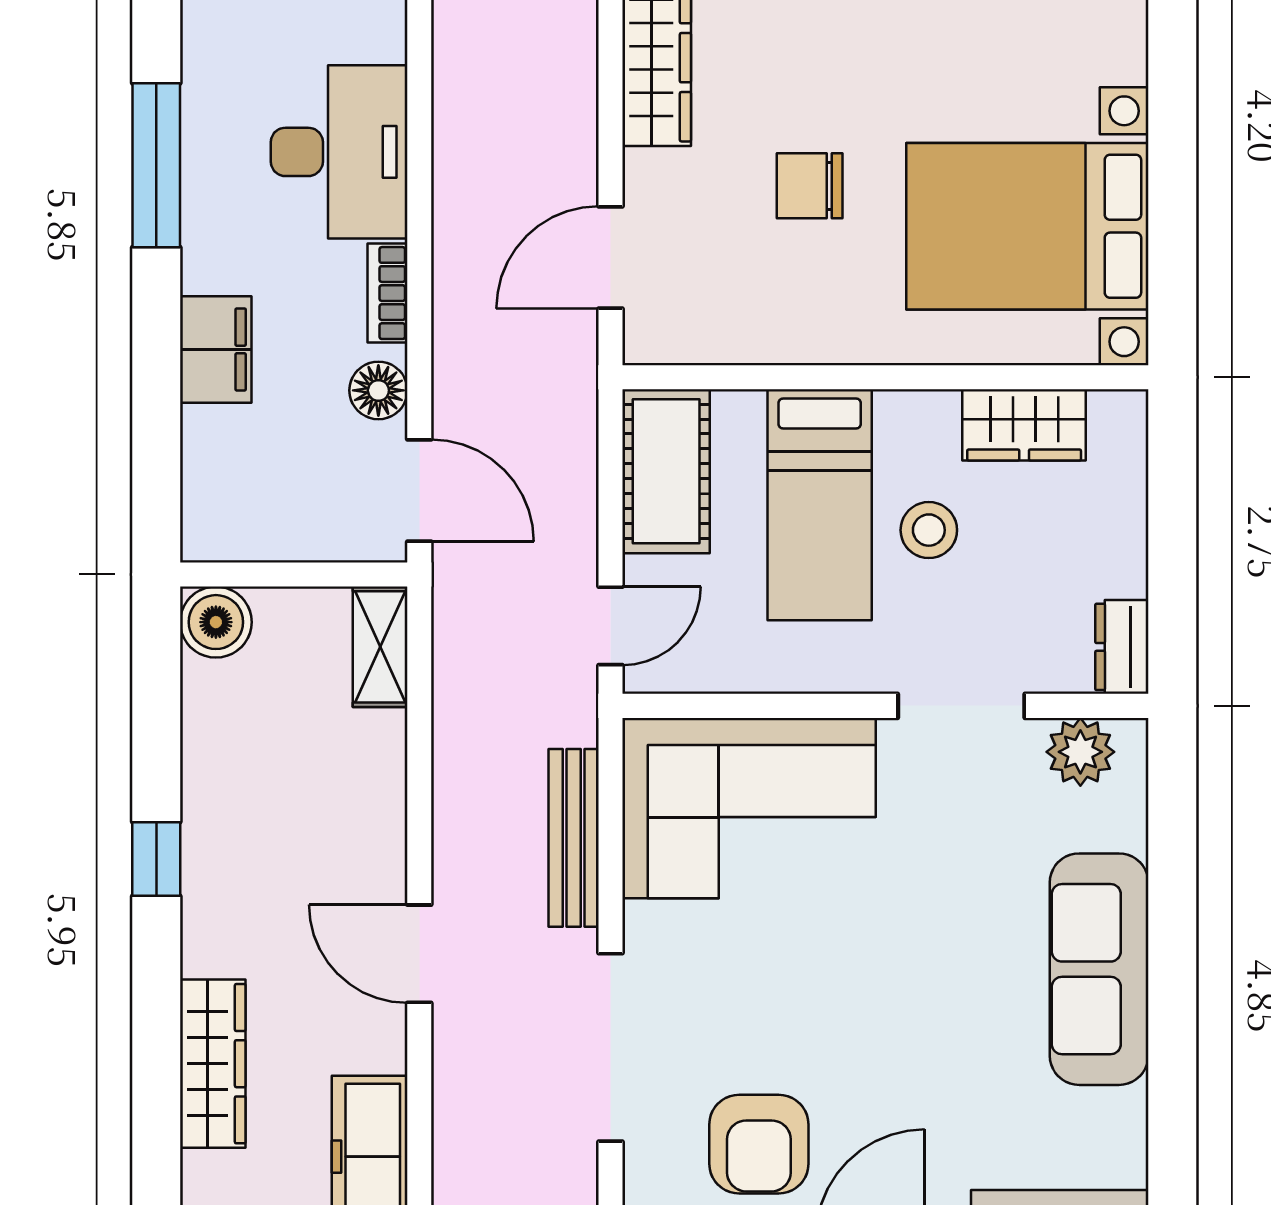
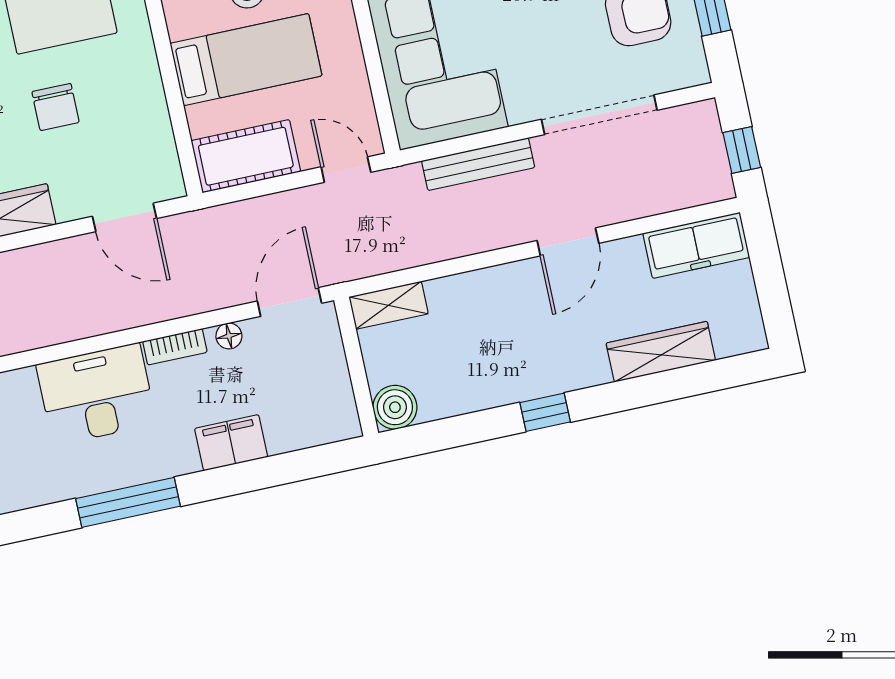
floor lamp: (378, 390) -> (229, 336), width x0.73, depth x0.73

